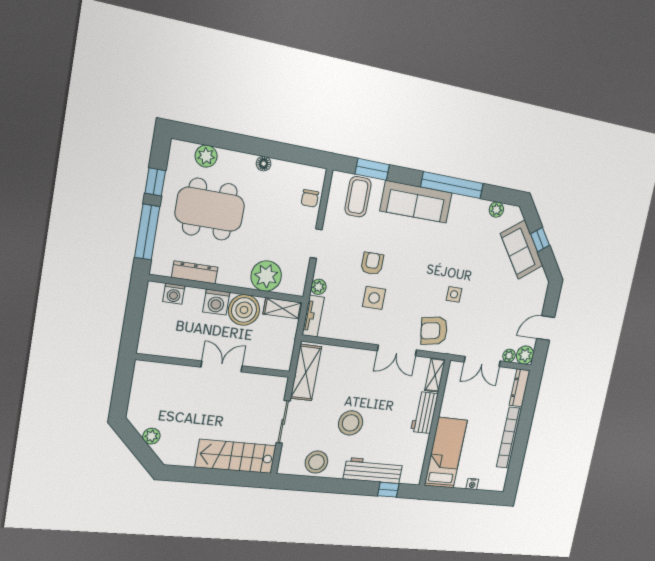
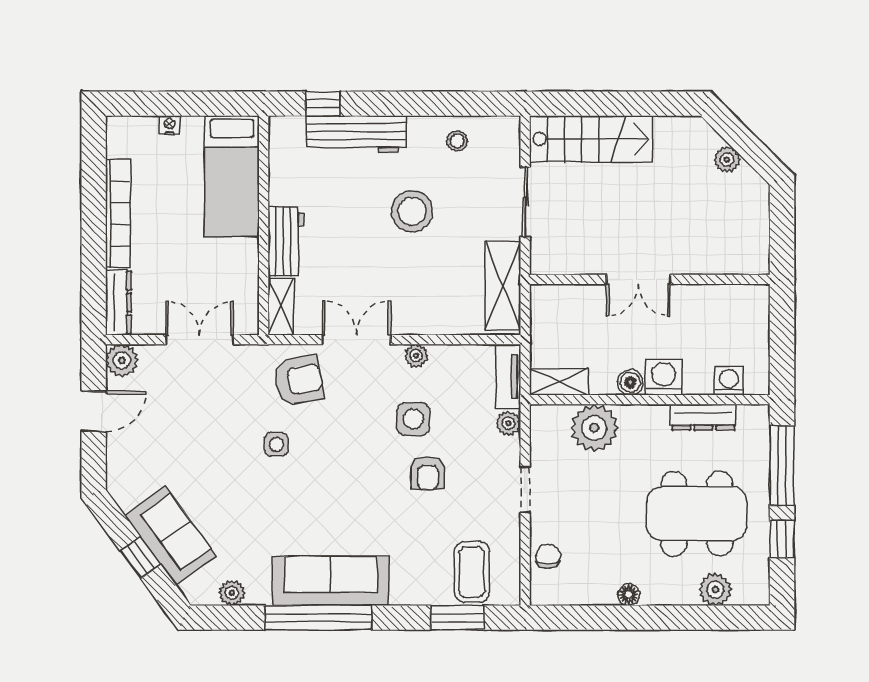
sofa: (416, 202) -> (331, 581), moved
boiler: (244, 310) -> (630, 382), width x0.54, depth x0.54
plant: (509, 356) -> (416, 356), moved
stool: (316, 462) -> (457, 141), width x0.53, depth x0.53

